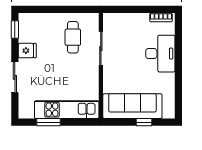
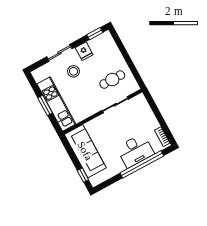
window: (178, 55) -> (142, 164), added
stool: (42, 73) -> (73, 71), added
window: (49, 122) -> (45, 105), moved
window: (144, 122) -> (83, 175), moved

